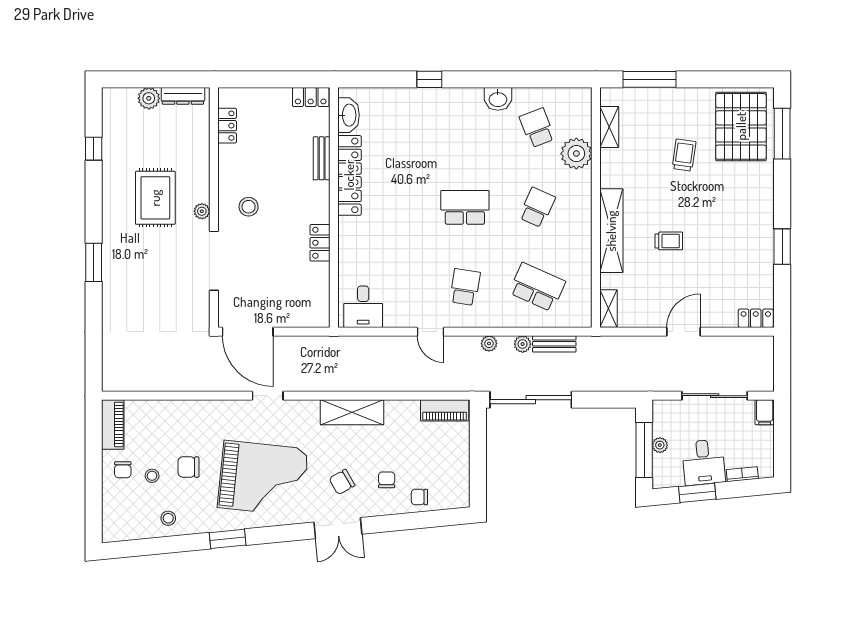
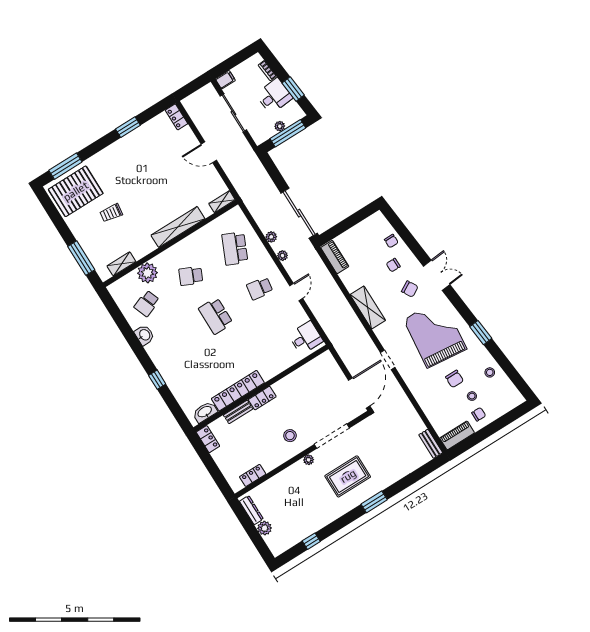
rug: (155, 198) -> (348, 476), moved
trolley: (669, 241) -> (164, 192), removed
locker: (320, 243) -> (262, 398), moved
bench: (554, 344) -> (431, 444), moved

